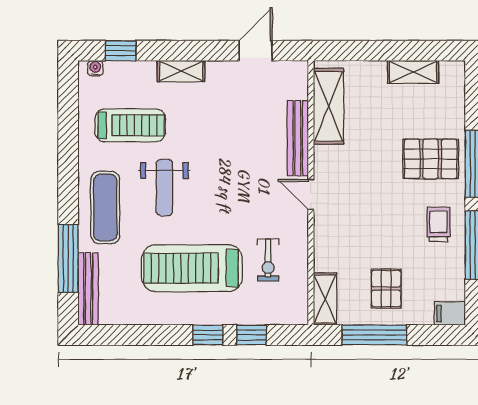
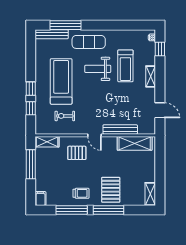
shelving: (413, 72) -> (150, 194), moved
treadmill: (130, 125) -> (125, 66), moved
door: (311, 195) -> (95, 135), swing flipped
pallet: (386, 289) -> (77, 153), moved

